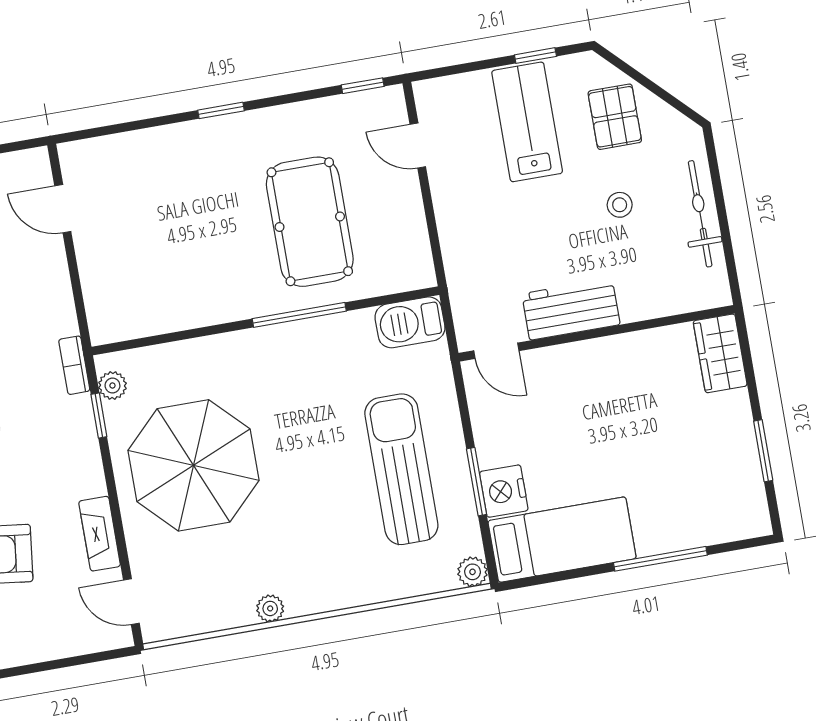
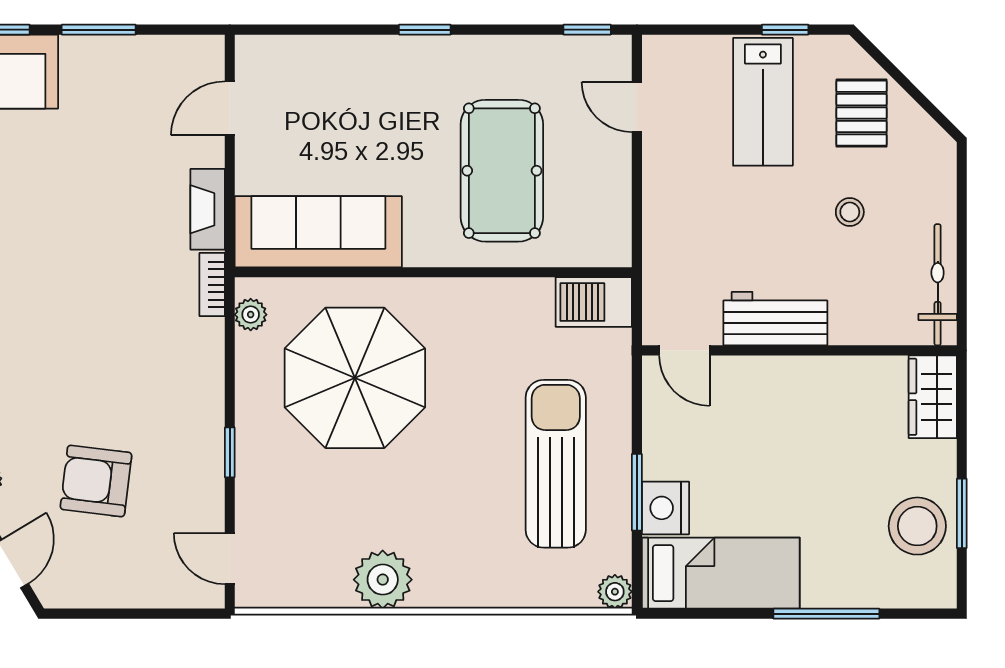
lab bench: (527, 122) -> (763, 102), turned 180
door: (63, 209) -> (230, 108), hinge flipped
bicycle: (700, 214) -> (938, 285), moved
sofa: (159, 303) -> (318, 232), added
window: (299, 315) -> (472, 272), removed
window: (99, 415) -> (230, 452), moved
parasol: (193, 465) -> (355, 378), moved
stool: (726, 469) -> (917, 526), added
fireplace: (100, 534) -> (208, 209), moved
plant: (270, 608) -> (383, 580), width x1.87, depth x1.87

